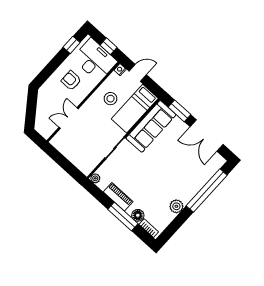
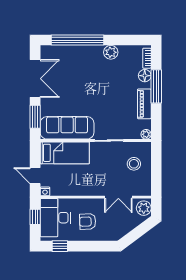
armchair: (71, 80) -> (88, 222), turned 88
stool: (111, 99) -> (134, 164), moved
plant: (44, 129) -> (144, 208), added

